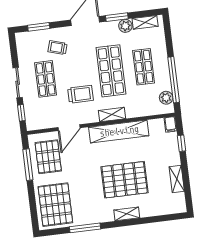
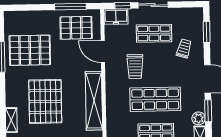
shelving: (112, 115) -> (111, 96), removed
freezer: (33, 118) -> (116, 17), added
pallet: (55, 205) -> (30, 50), moved
shelving: (127, 214) -> (11, 120), moved

